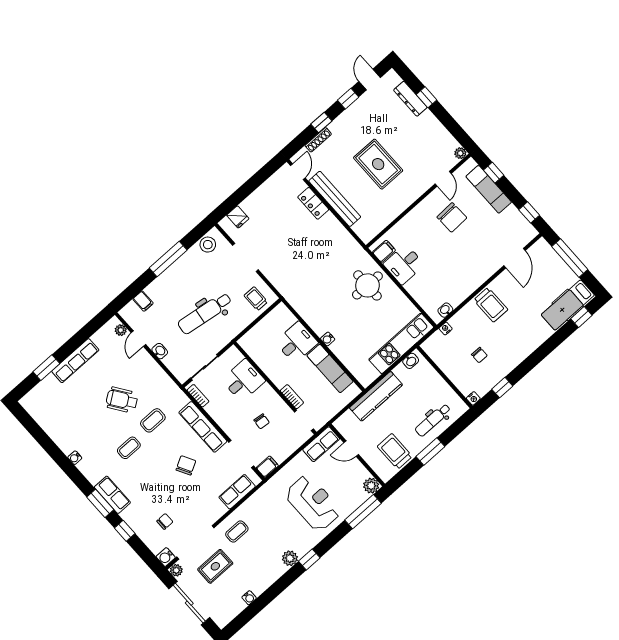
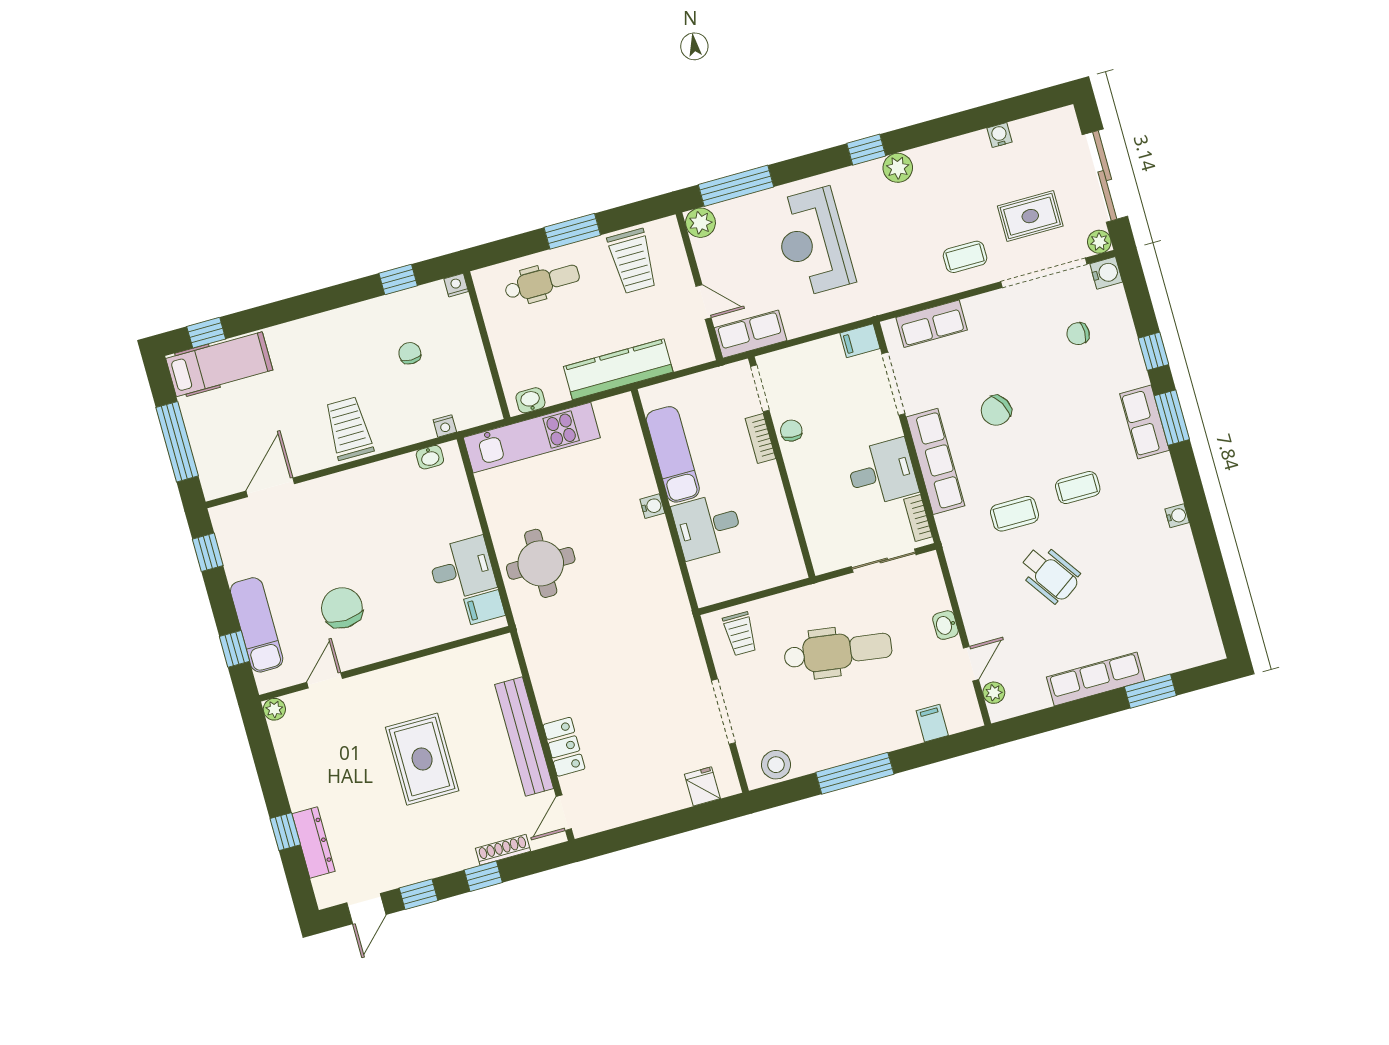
desk: (243, 380) -> (882, 473), moved, turned 180
chair: (262, 421) -> (791, 431), moved

